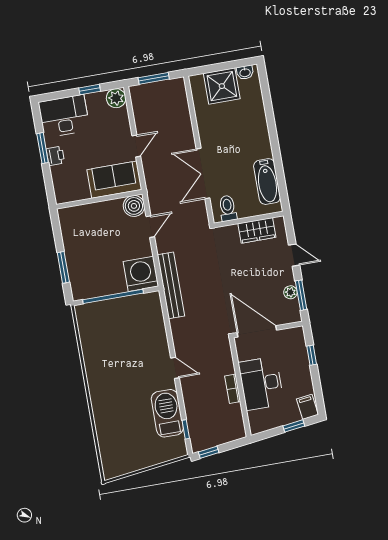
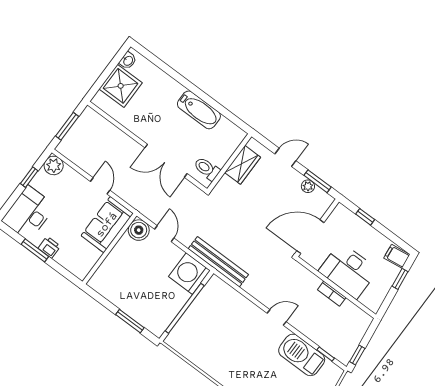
bathtub: (267, 182) -> (199, 110), moved

